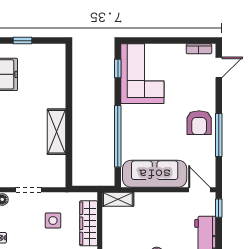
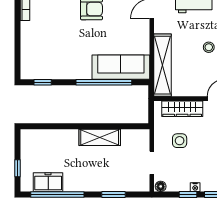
corner sofa: (142, 74) -> (47, 60), removed
sofa: (155, 174) -> (121, 67), moved, turned 90
shelving: (118, 199) -> (163, 65), width x2.20, depth x1.33

